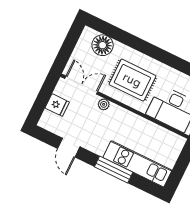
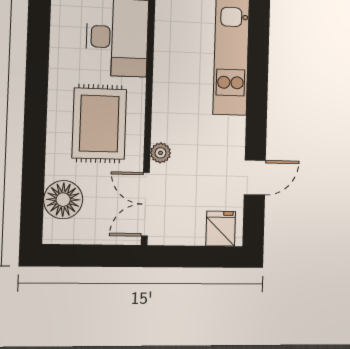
fridge: (57, 105) -> (221, 229), moved
window: (114, 170) -> (257, 89), removed

